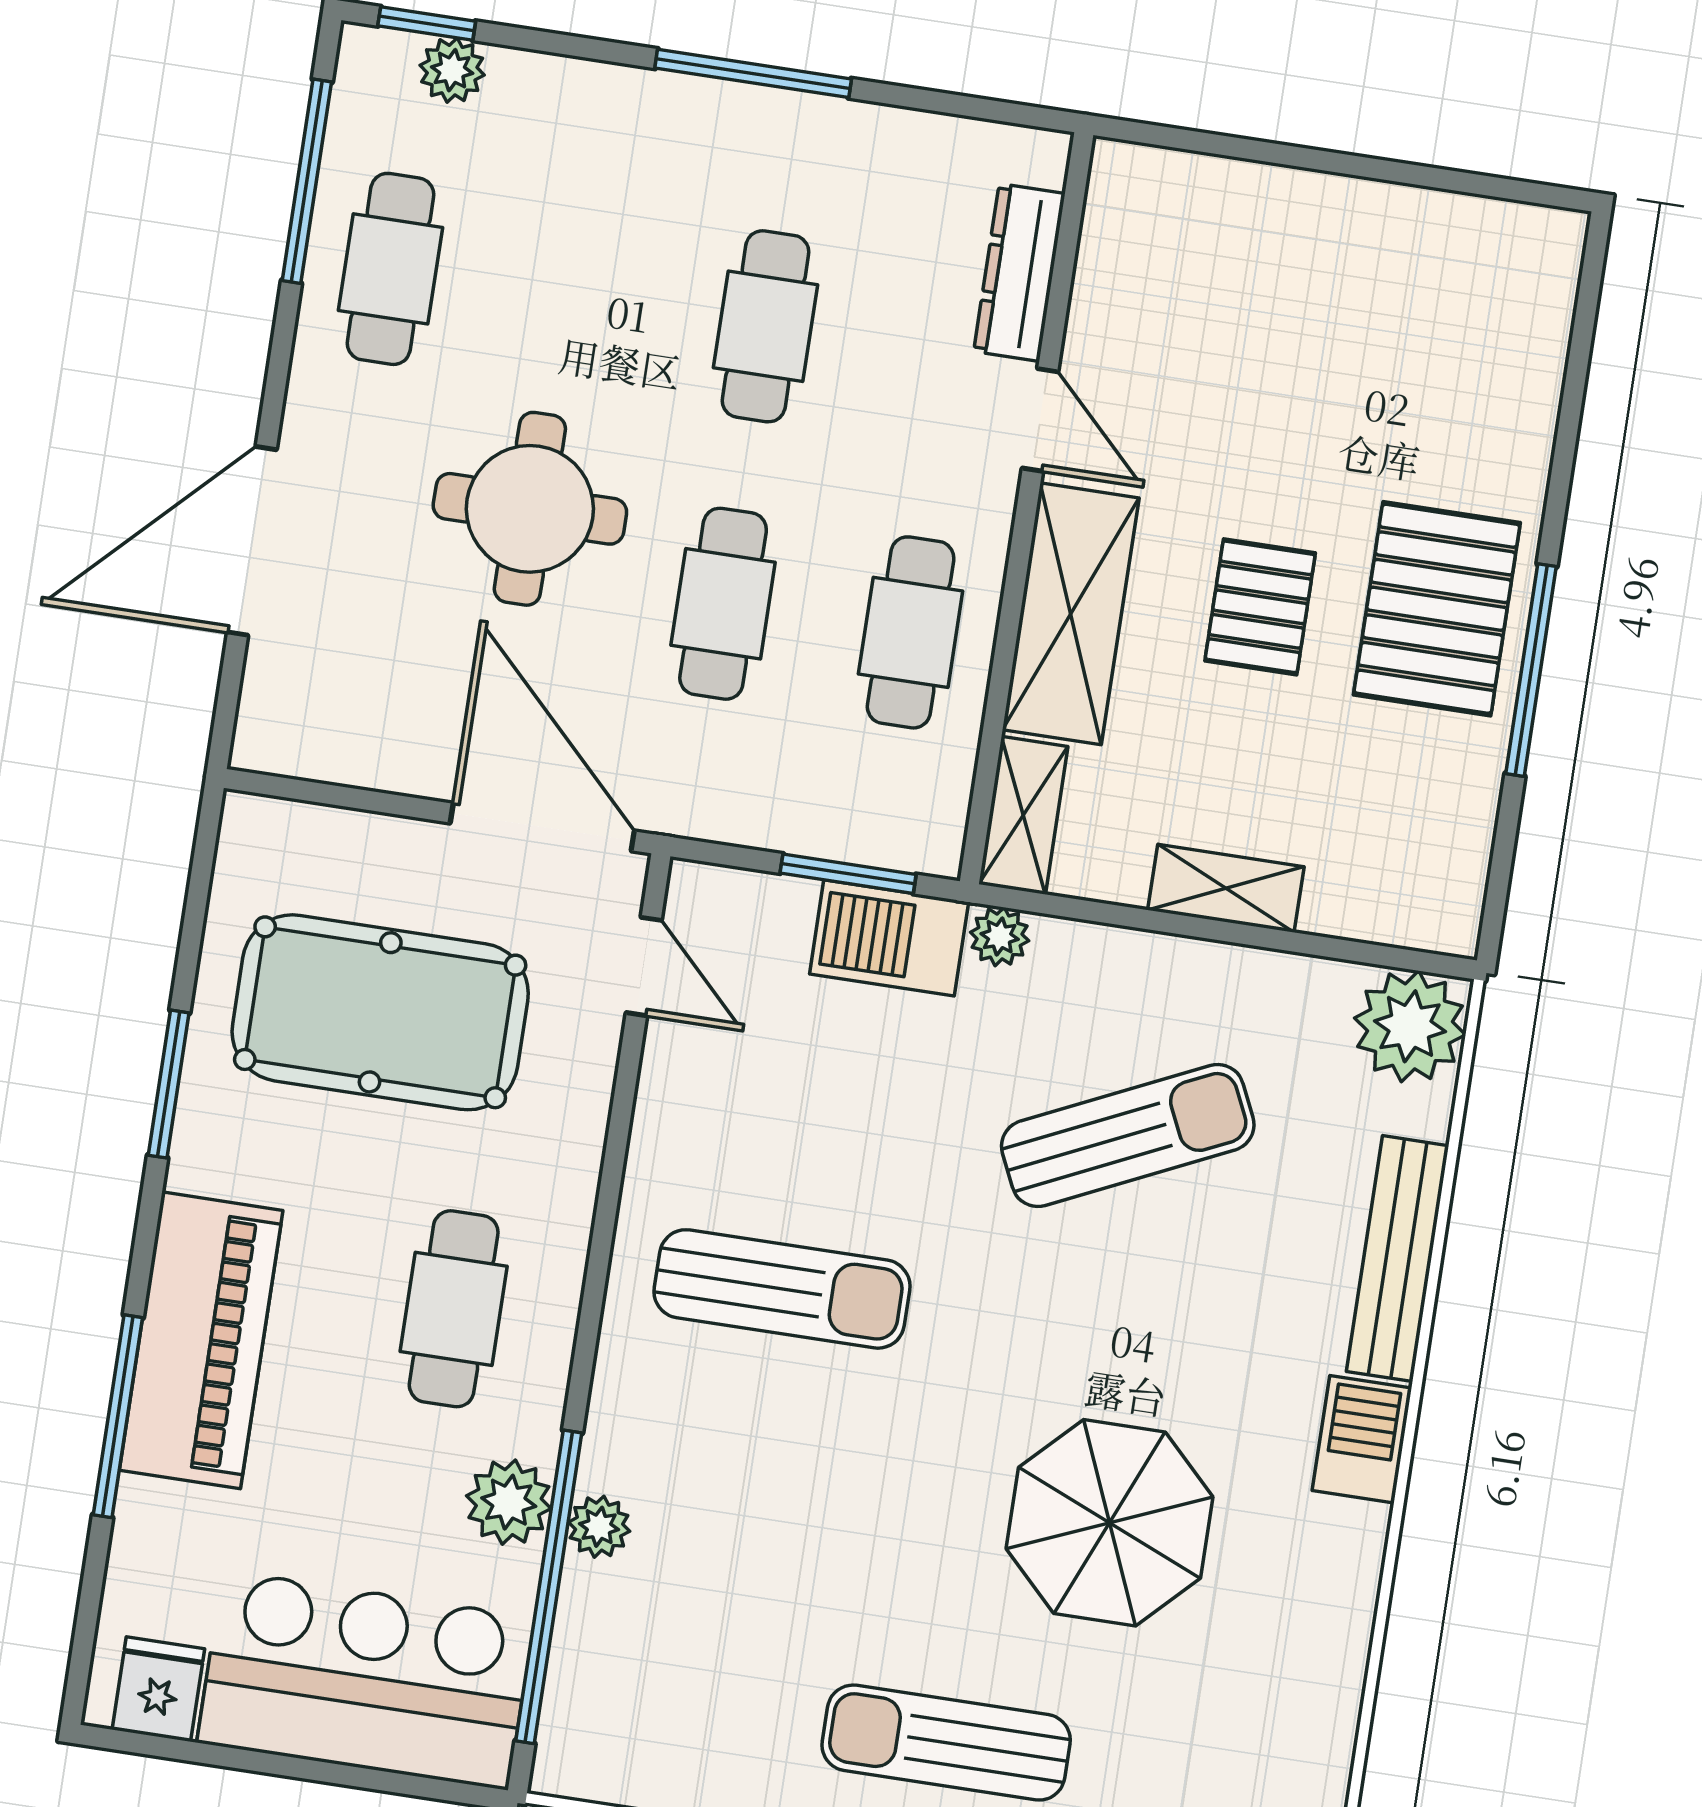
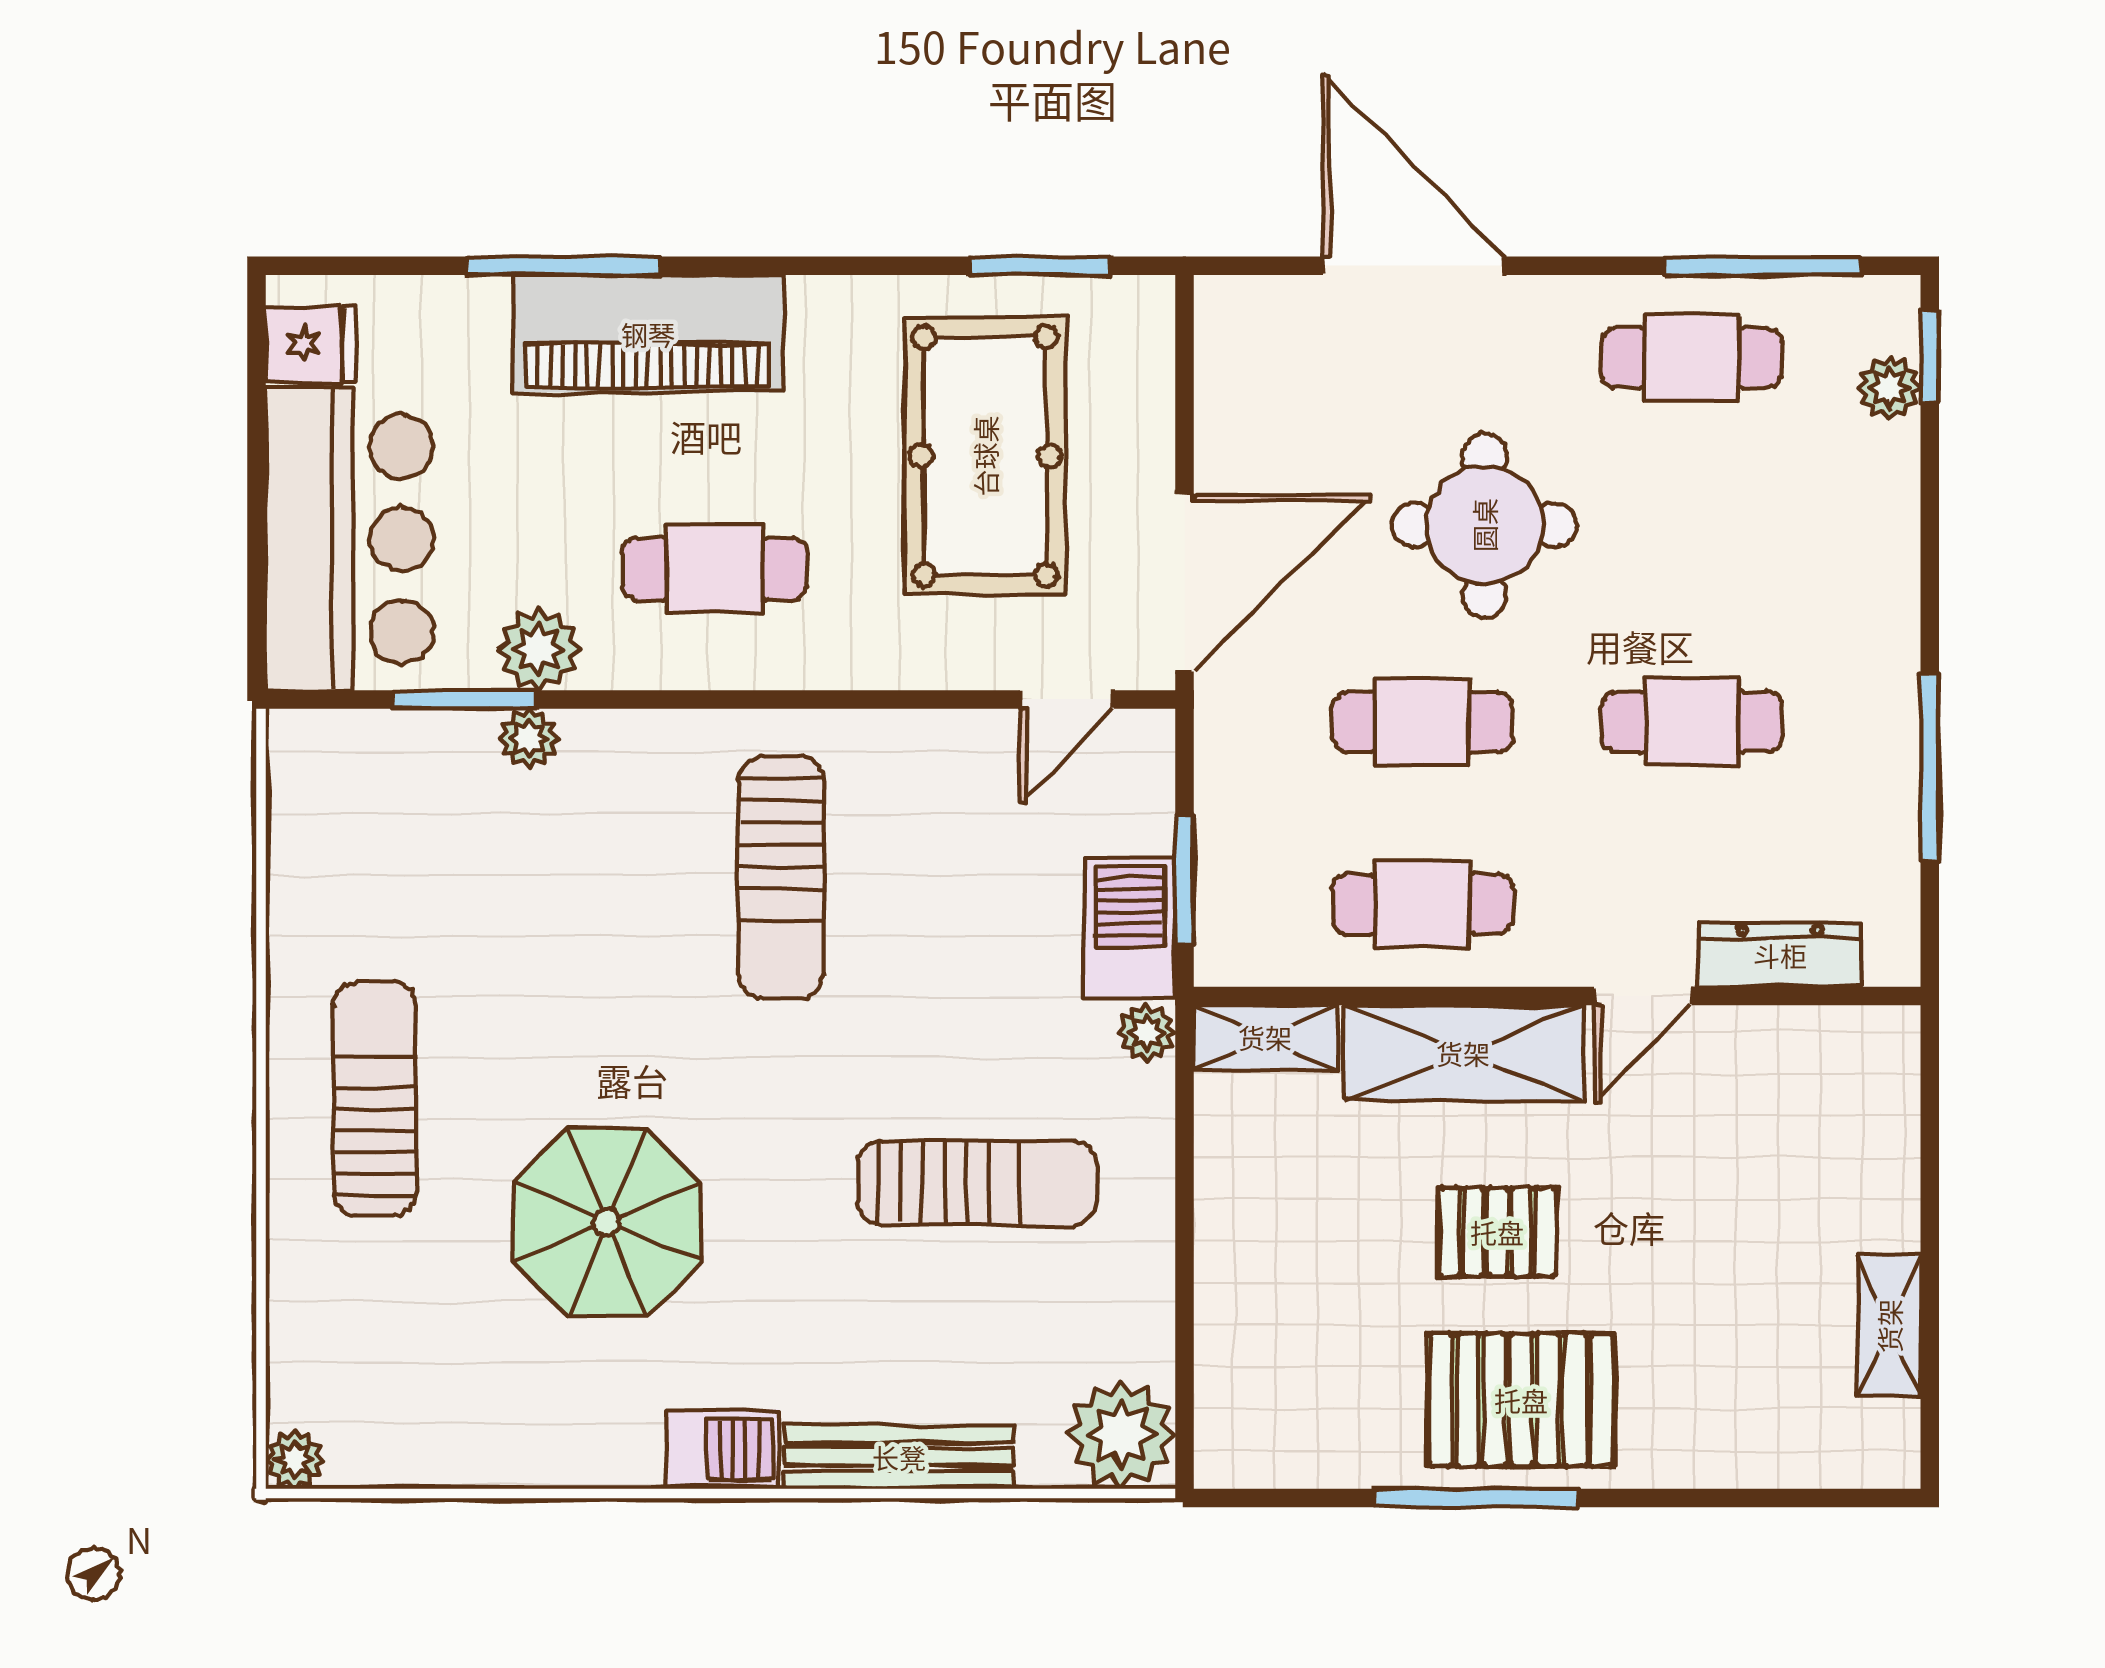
window: (753, 73) -> (1930, 768), moved
shelving: (1226, 888) -> (1889, 1326), moved
window: (169, 1084) -> (1040, 266), moved
sun lounger: (1128, 1135) -> (977, 1183), turned -65
window: (549, 1587) -> (465, 699), width x0.47

